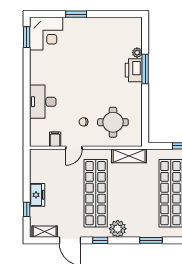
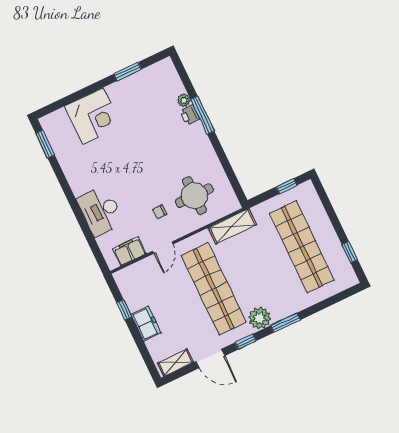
window: (76, 14) -> (127, 72), moved
corner desk: (46, 34) -> (93, 116), moved
printer: (134, 70) -> (190, 115), width x0.53, depth x0.68
filing cabinet: (55, 139) -> (129, 251), width x2.00
window: (27, 209) -> (124, 310), moved
window: (151, 240) -> (285, 323), moved

